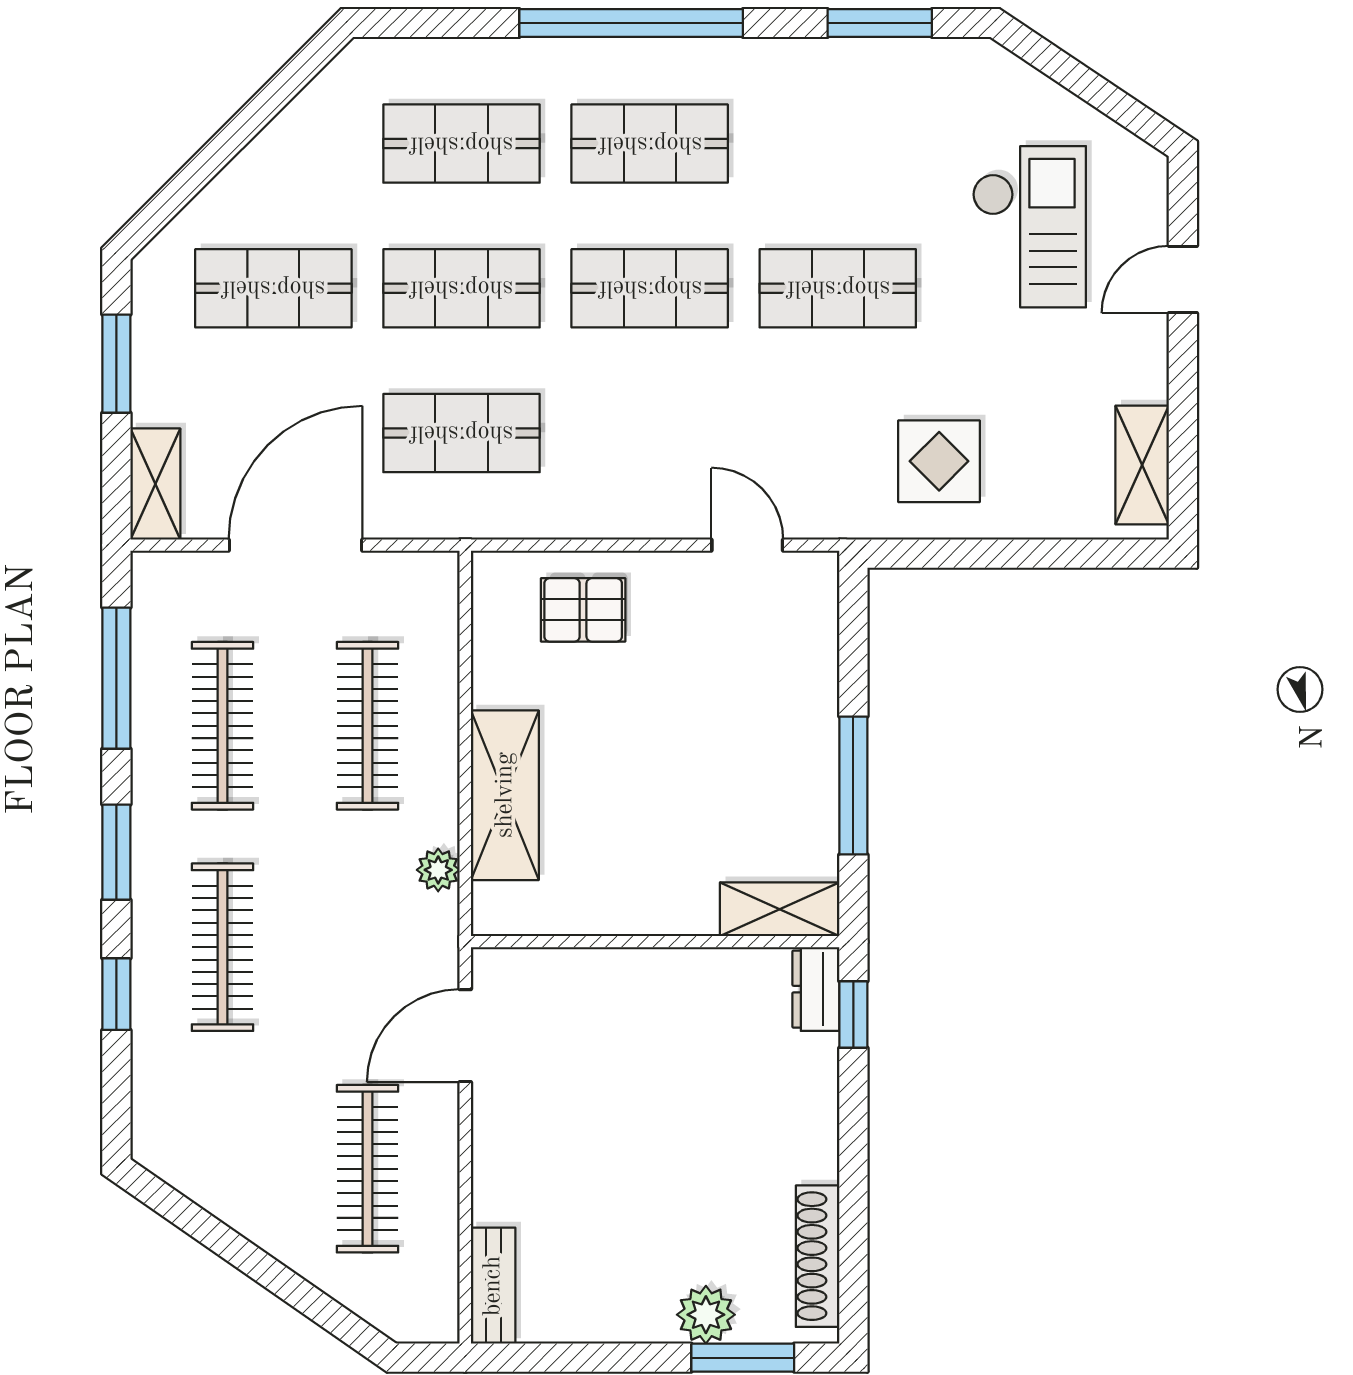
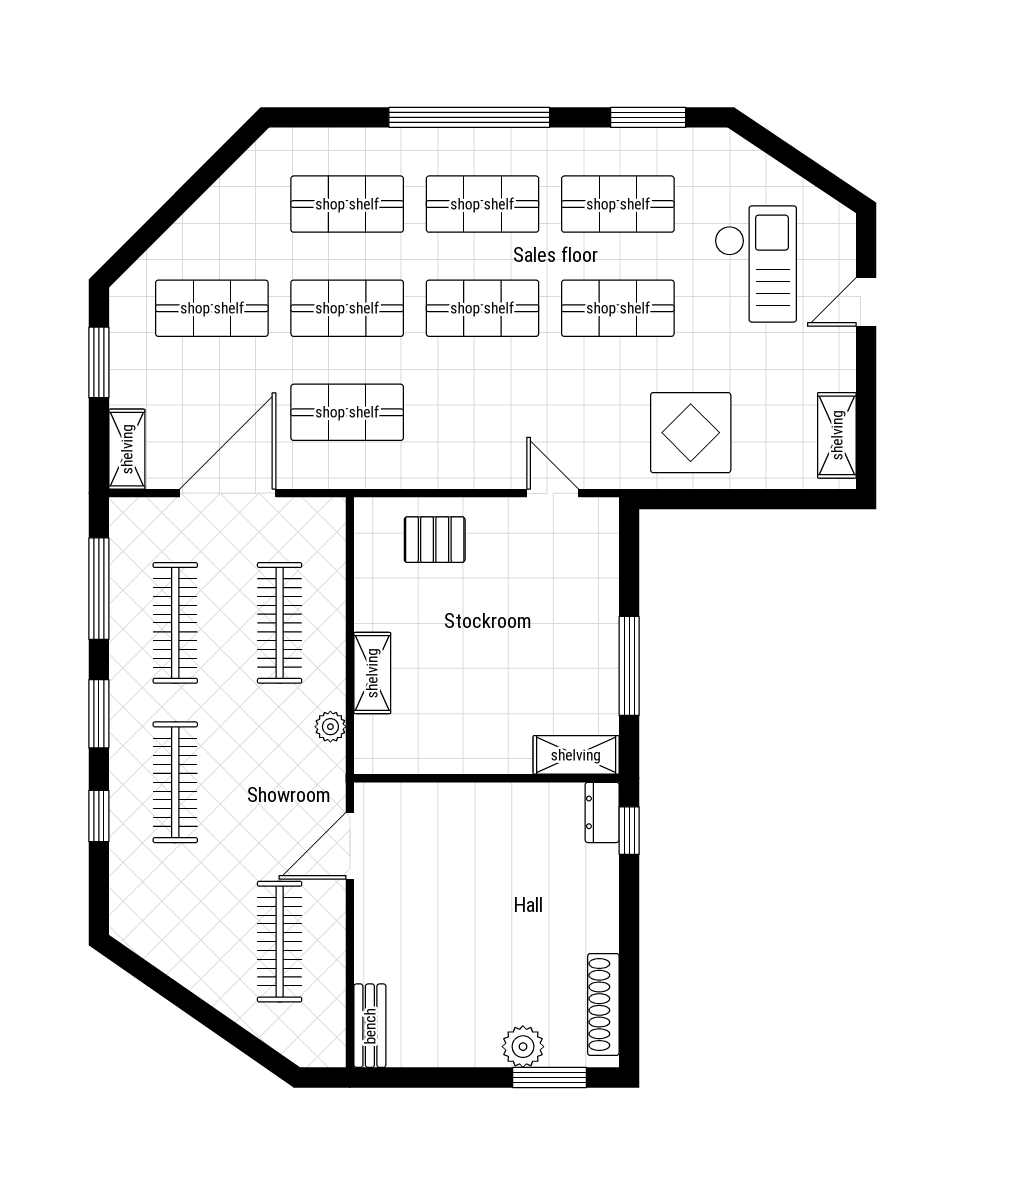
shop shelf: (838, 144) -> (618, 204), added
display table: (939, 461) -> (691, 433), width x1.36, depth x1.36
shelving: (505, 795) -> (372, 673), width x0.67, depth x0.75

